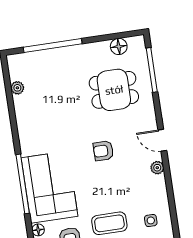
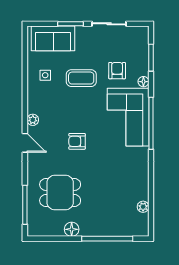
floor lamp: (119, 46) -> (72, 229), moved
armchair: (103, 151) -> (77, 141), turned 180

